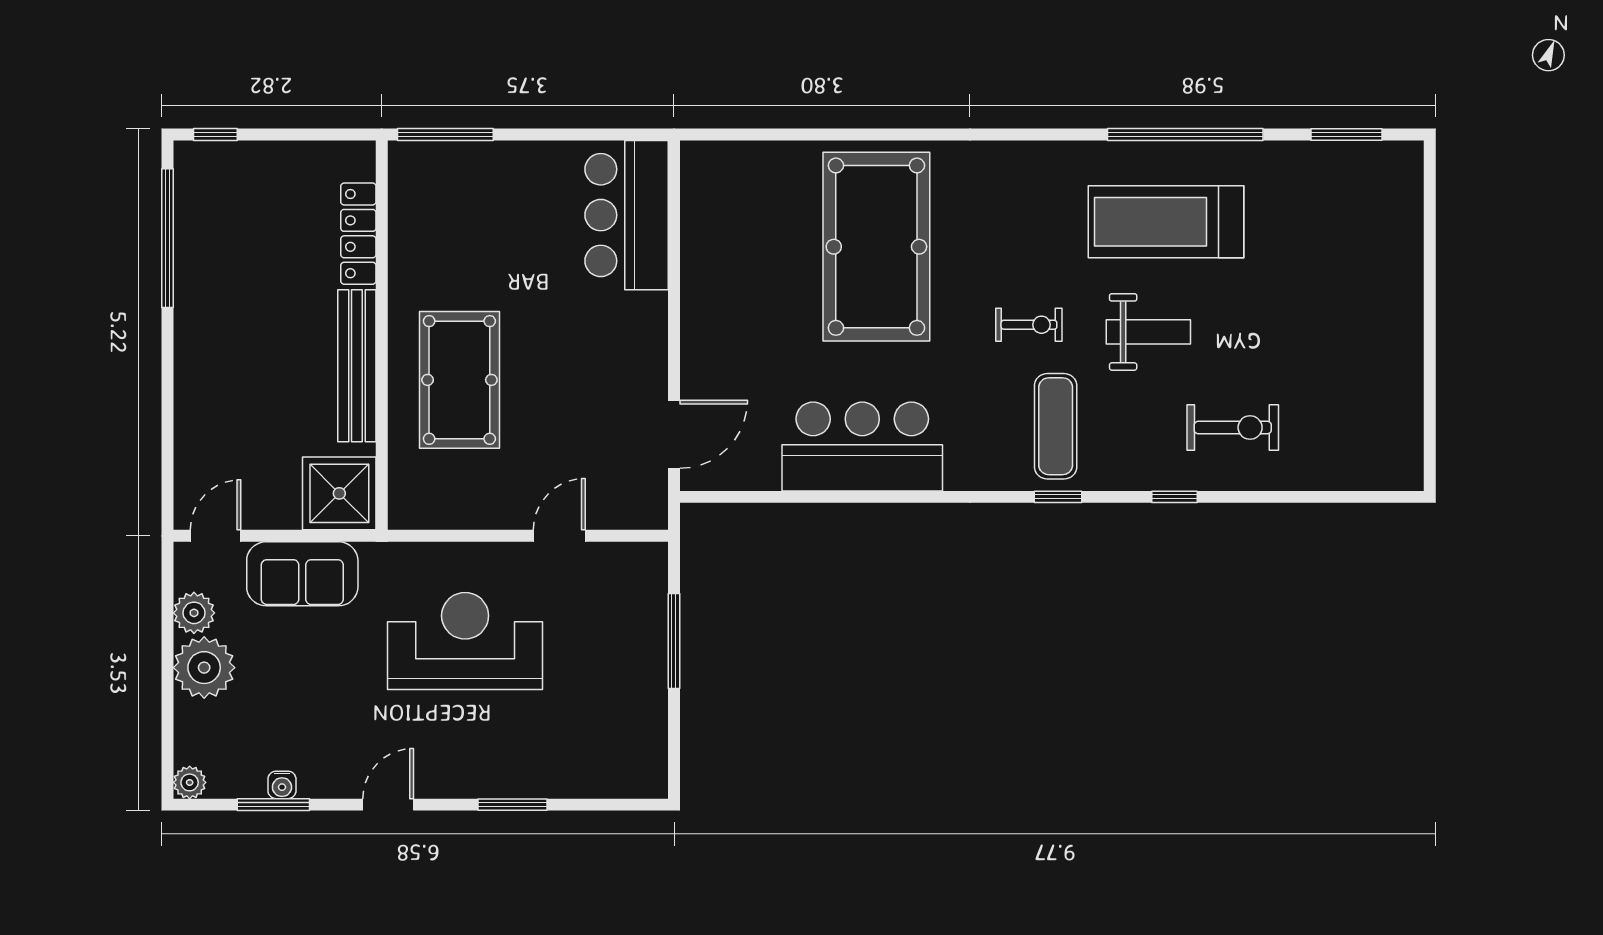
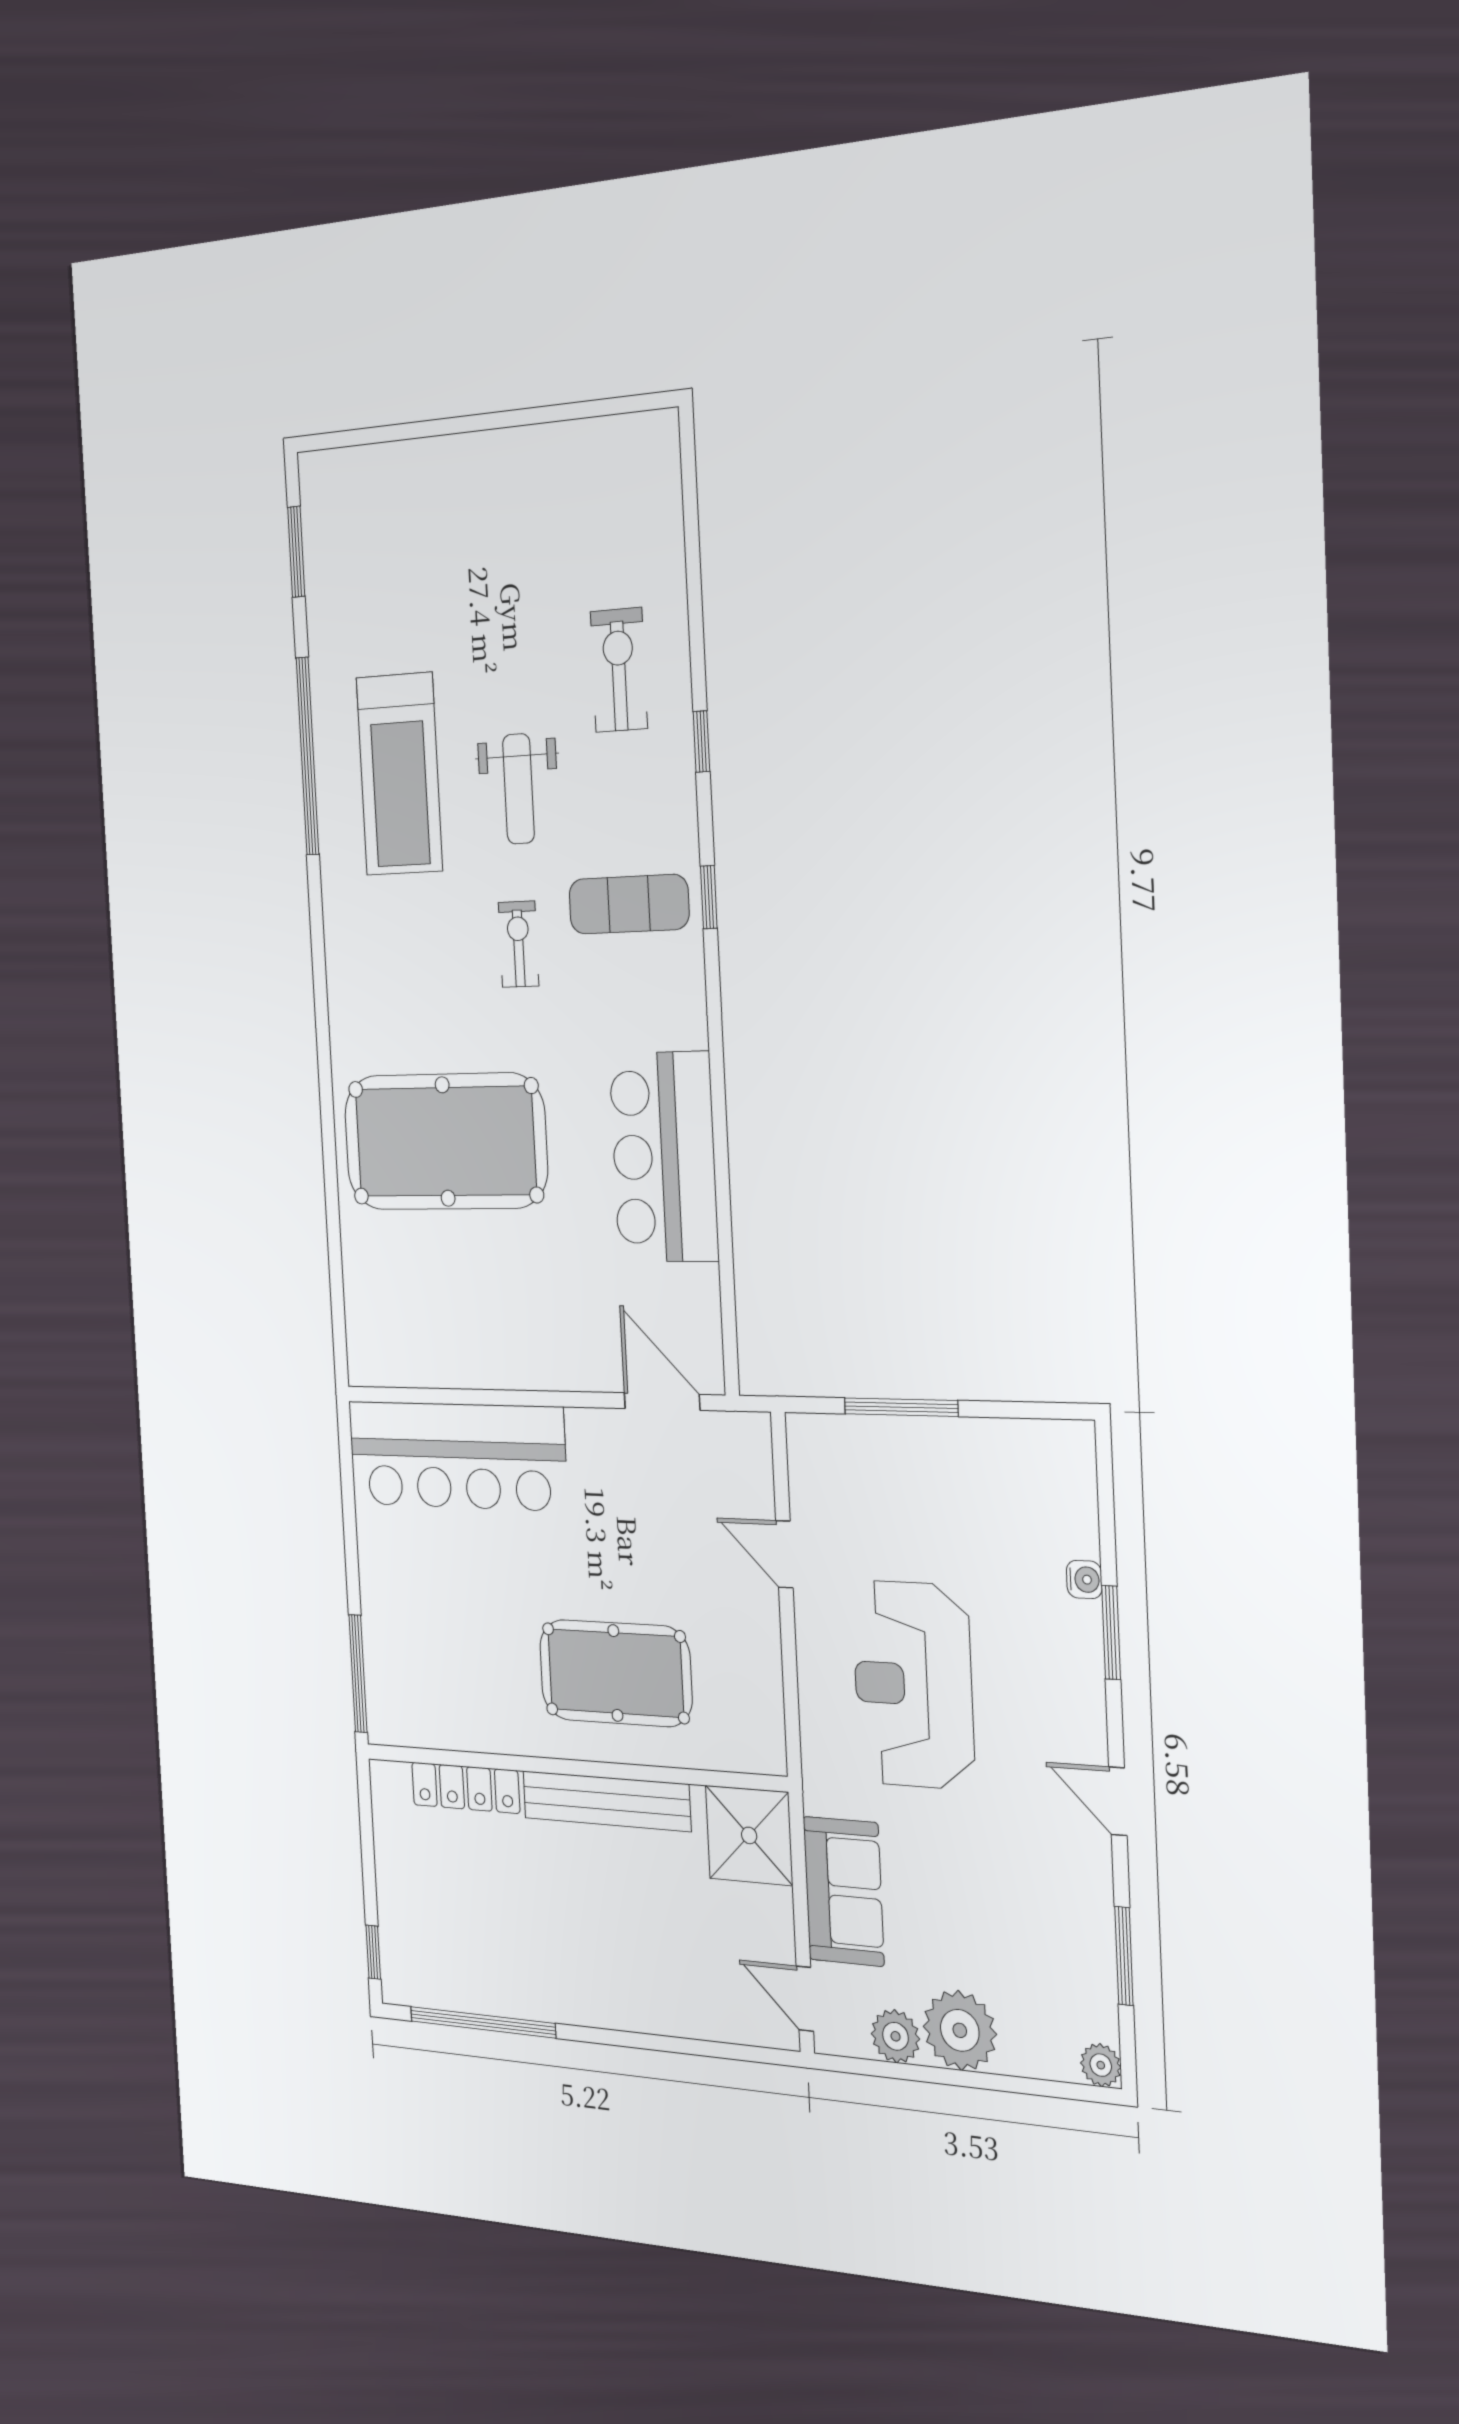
bar counter: (627, 215) -> (457, 1456), width x1.36
weight bench: (1148, 332) -> (519, 789), turned 180
water cooler: (282, 785) -> (1084, 1579), moved

